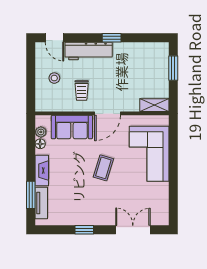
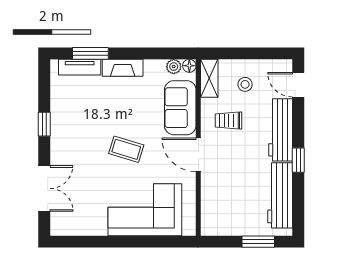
door: (55, 38) -> (298, 85), hinge flipped
workbench: (138, 52) -> (280, 195), added
shelving: (154, 105) -> (209, 78), moved
floor lamp: (40, 144) -> (189, 66), moved

